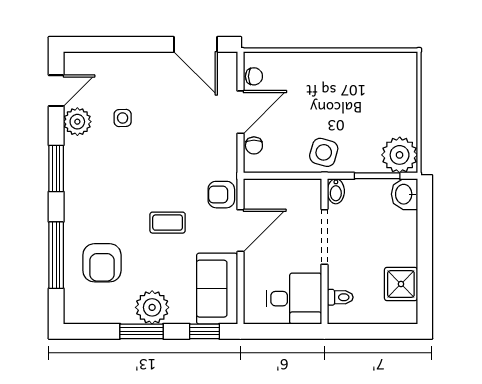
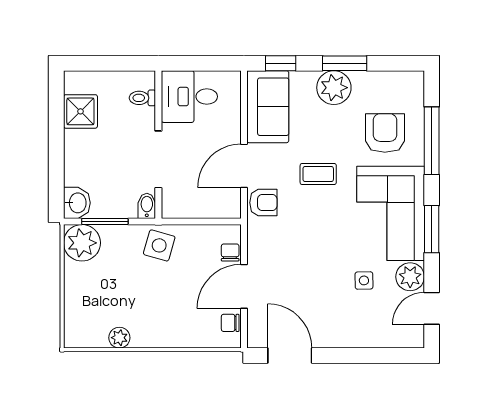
plant: (363, 62) -> (119, 338), added
corner sofa: (96, 184) -> (391, 213), added

